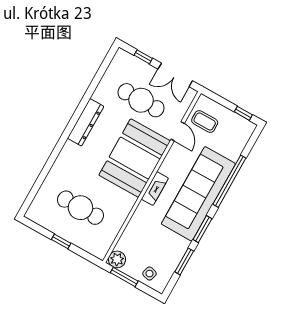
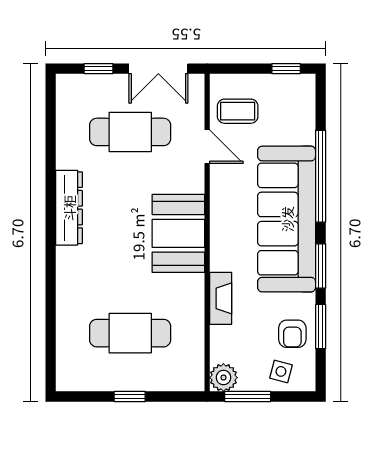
booth: (135, 158) -> (178, 233), width x0.73, depth x0.70
fireplace: (155, 189) -> (221, 298), moved
armchair: (167, 257) -> (292, 334), added

